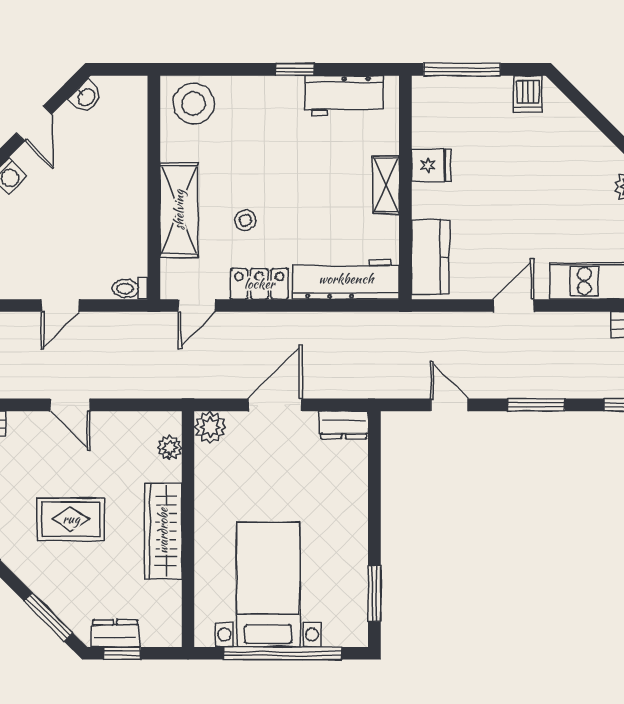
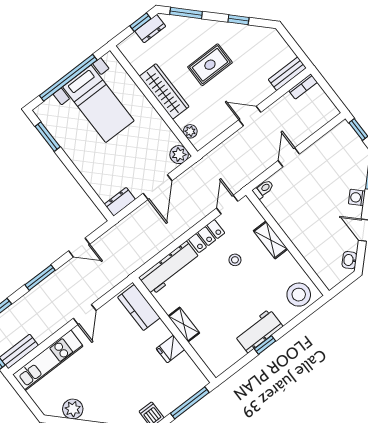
workbench: (344, 96) -> (259, 331), moved
shelving: (179, 210) -> (271, 240), width x0.67, depth x0.75

